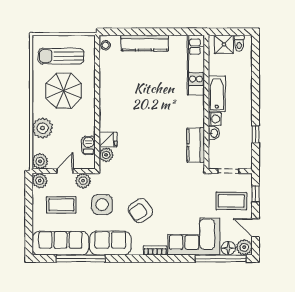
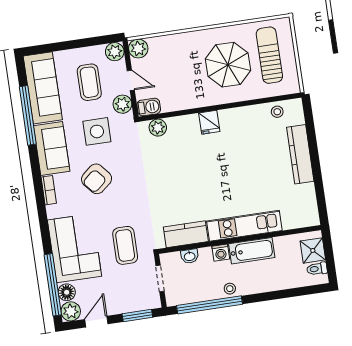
stool: (106, 45) -> (277, 112), moved
kitchen unit: (196, 65) -> (244, 226), moved
stool: (245, 116) -> (230, 289), added
plant: (43, 128) -> (179, 46), removed
washbasin: (214, 133) -> (190, 256), moved
window: (255, 134) -> (209, 305), width x3.17
fridge: (108, 139) -> (209, 122), moved
barbecue: (88, 145) -> (149, 107), moved
window: (255, 194) -> (137, 316), width x1.50
coffee table: (231, 201) -> (125, 245), moved
armchair: (140, 211) -> (97, 179), turned -95
bookcase: (155, 250) -> (49, 190), moved

